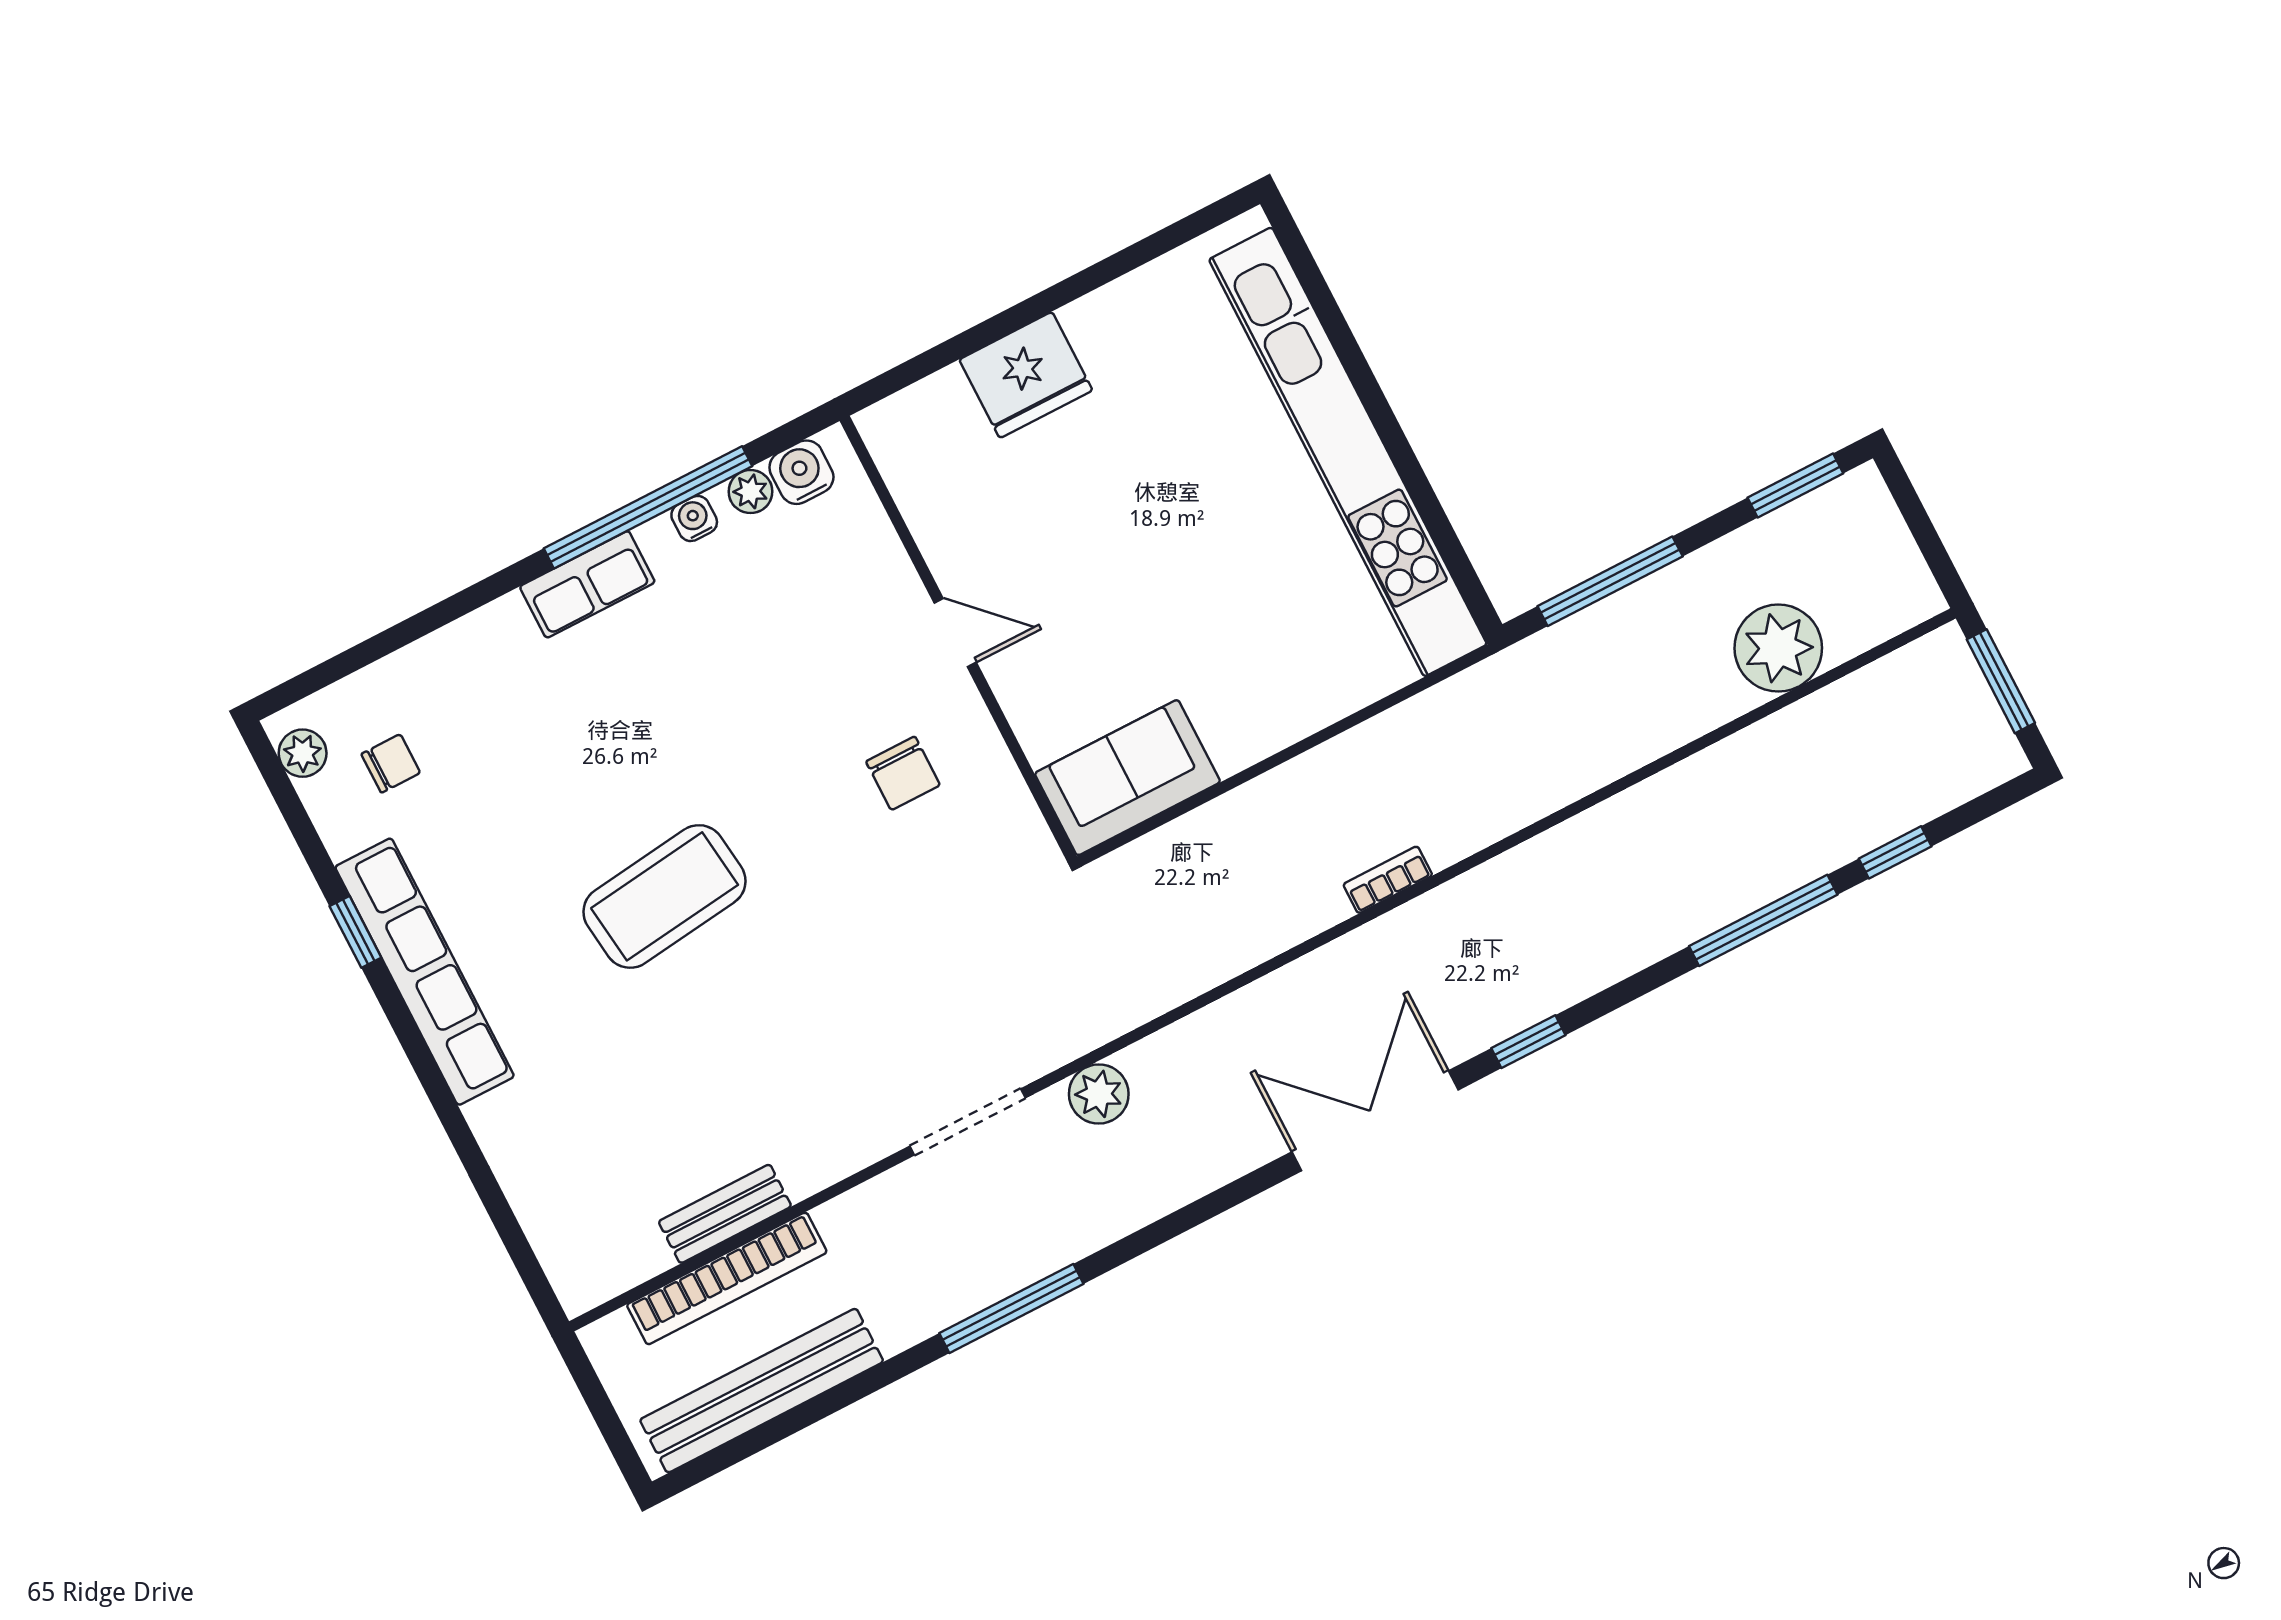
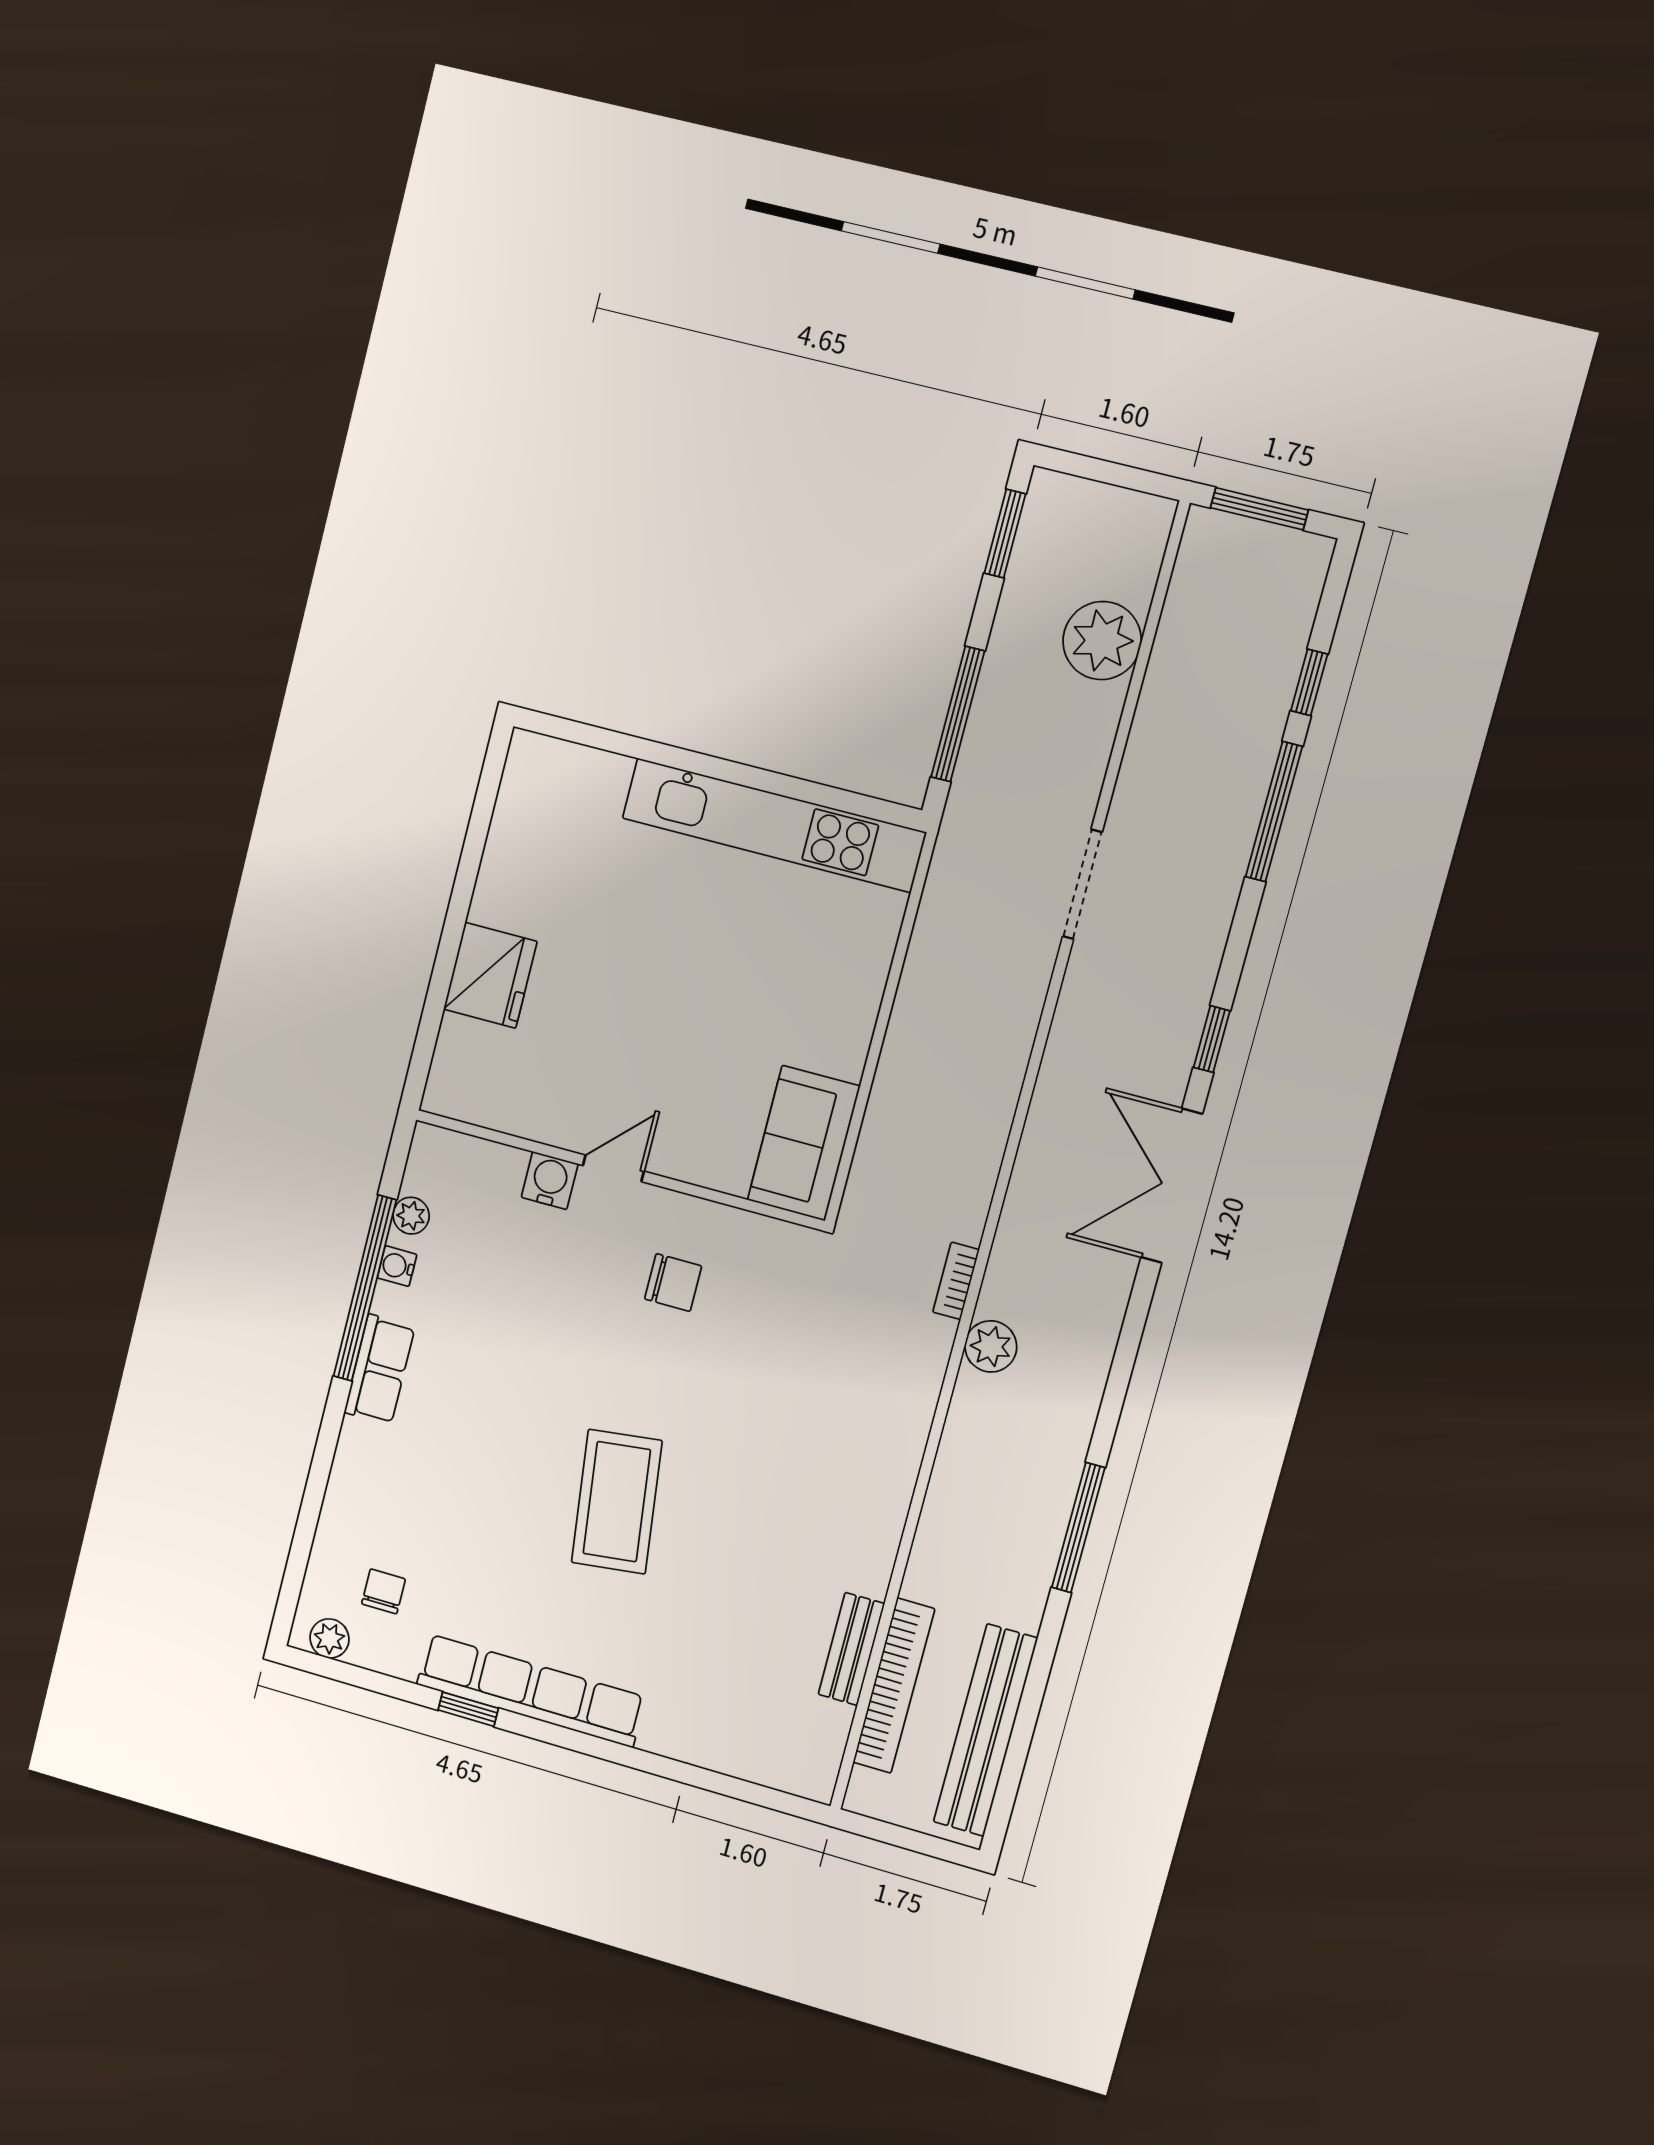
kitchen unit: (1348, 452) -> (774, 825), width x0.73
water cooler: (801, 472) -> (550, 1181), moved, turned 90
bookcase: (1388, 880) -> (956, 1281), moved
doorway: (968, 1122) -> (1082, 884), moved

